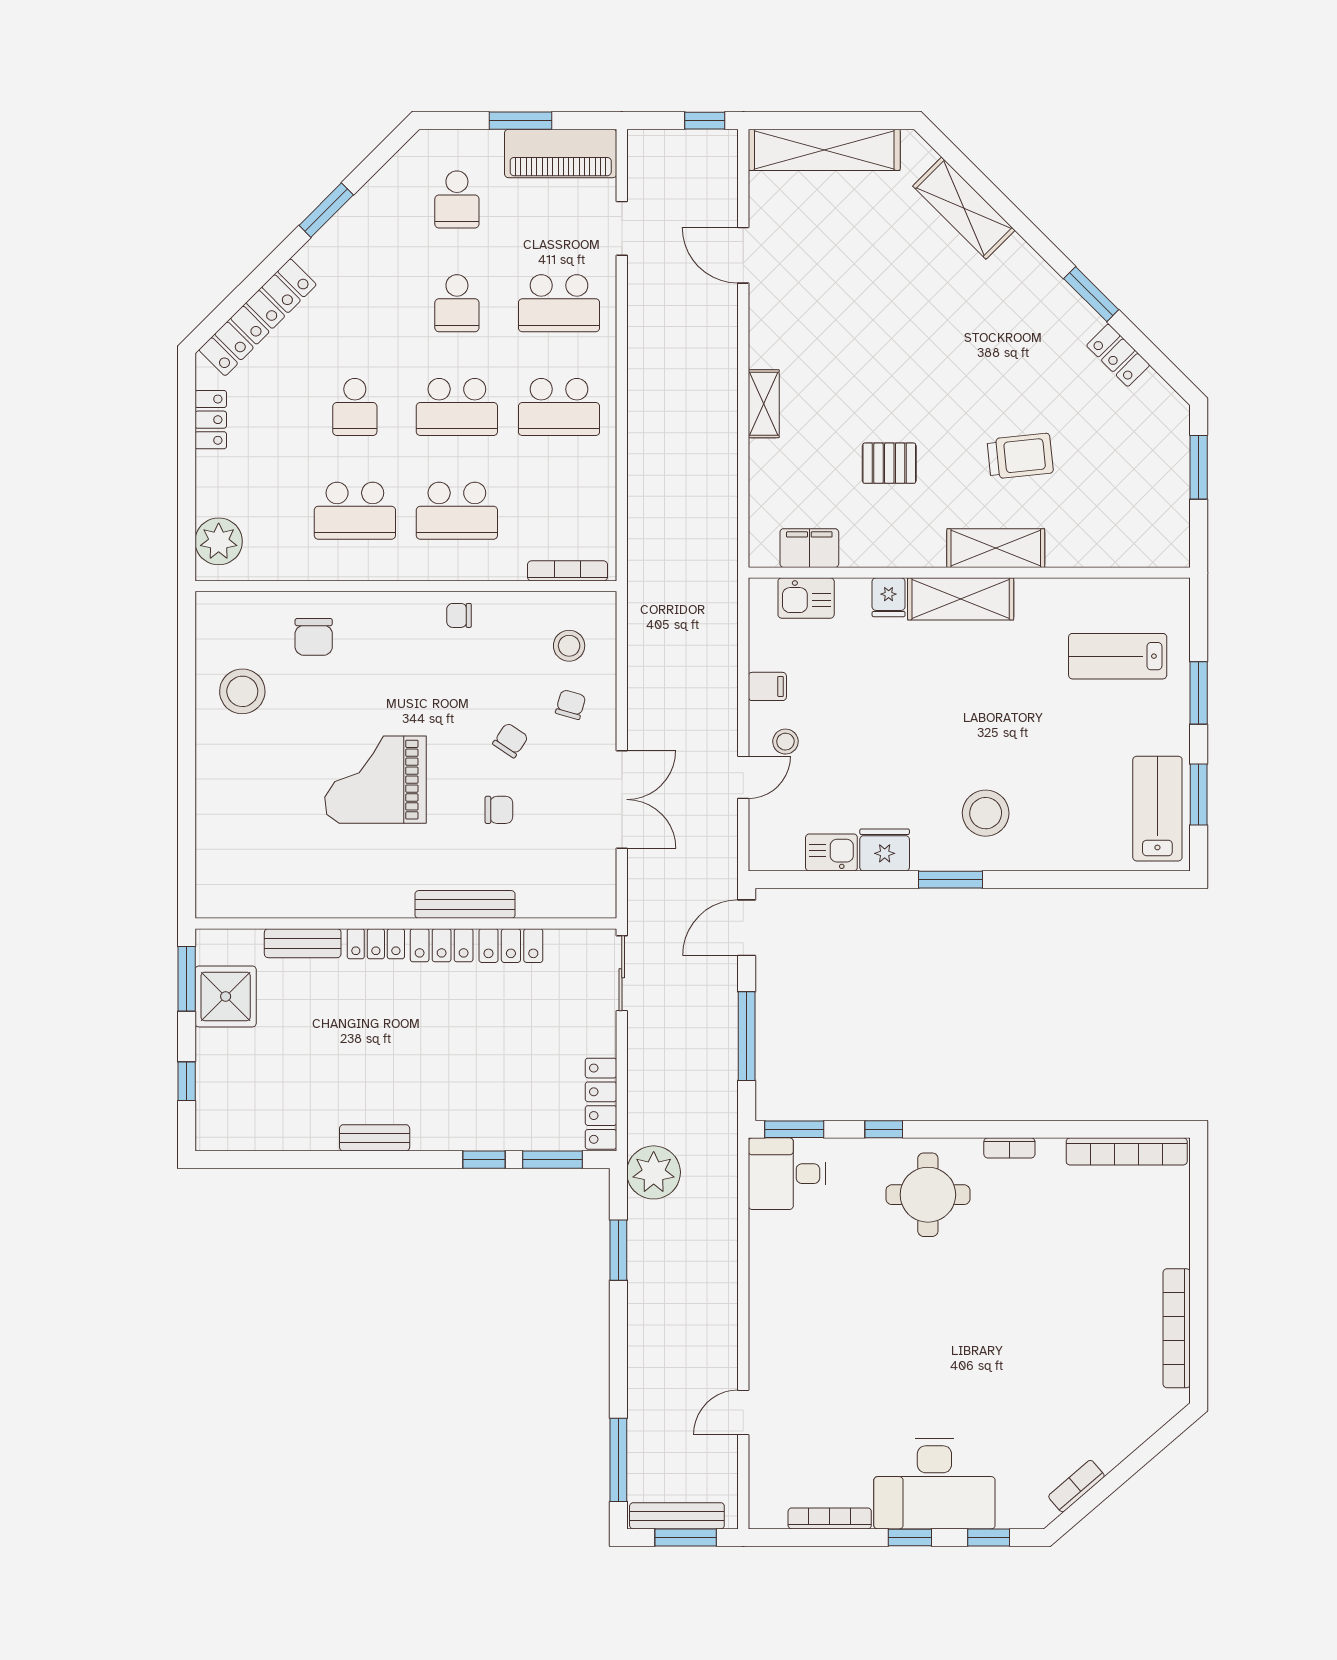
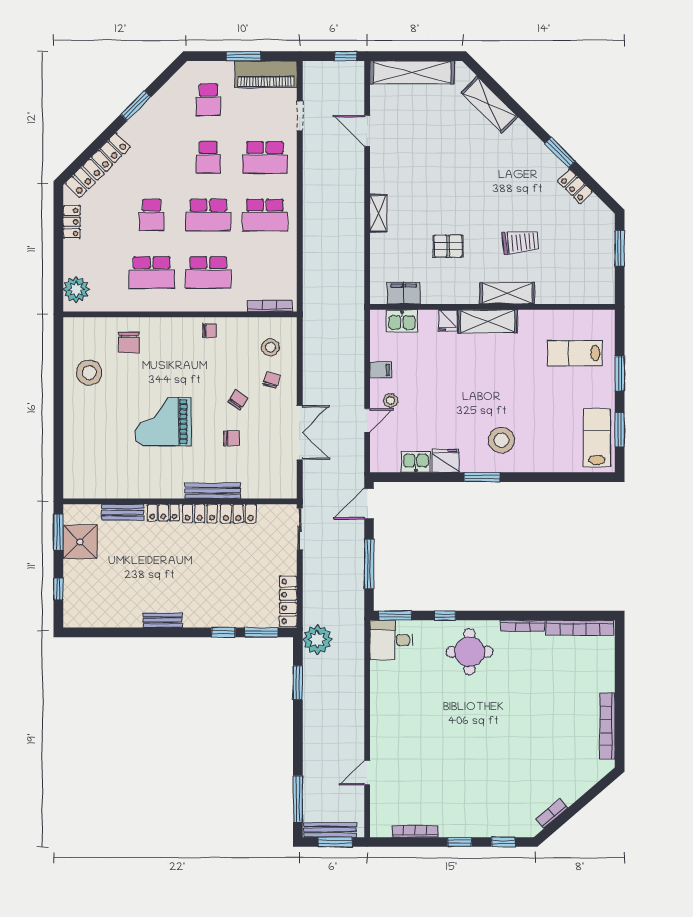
chair: (459, 615) -> (209, 331), turned 180
bookcase: (1009, 1148) -> (523, 626), width x1.56
desk: (934, 1484) -> (473, 812), removed

